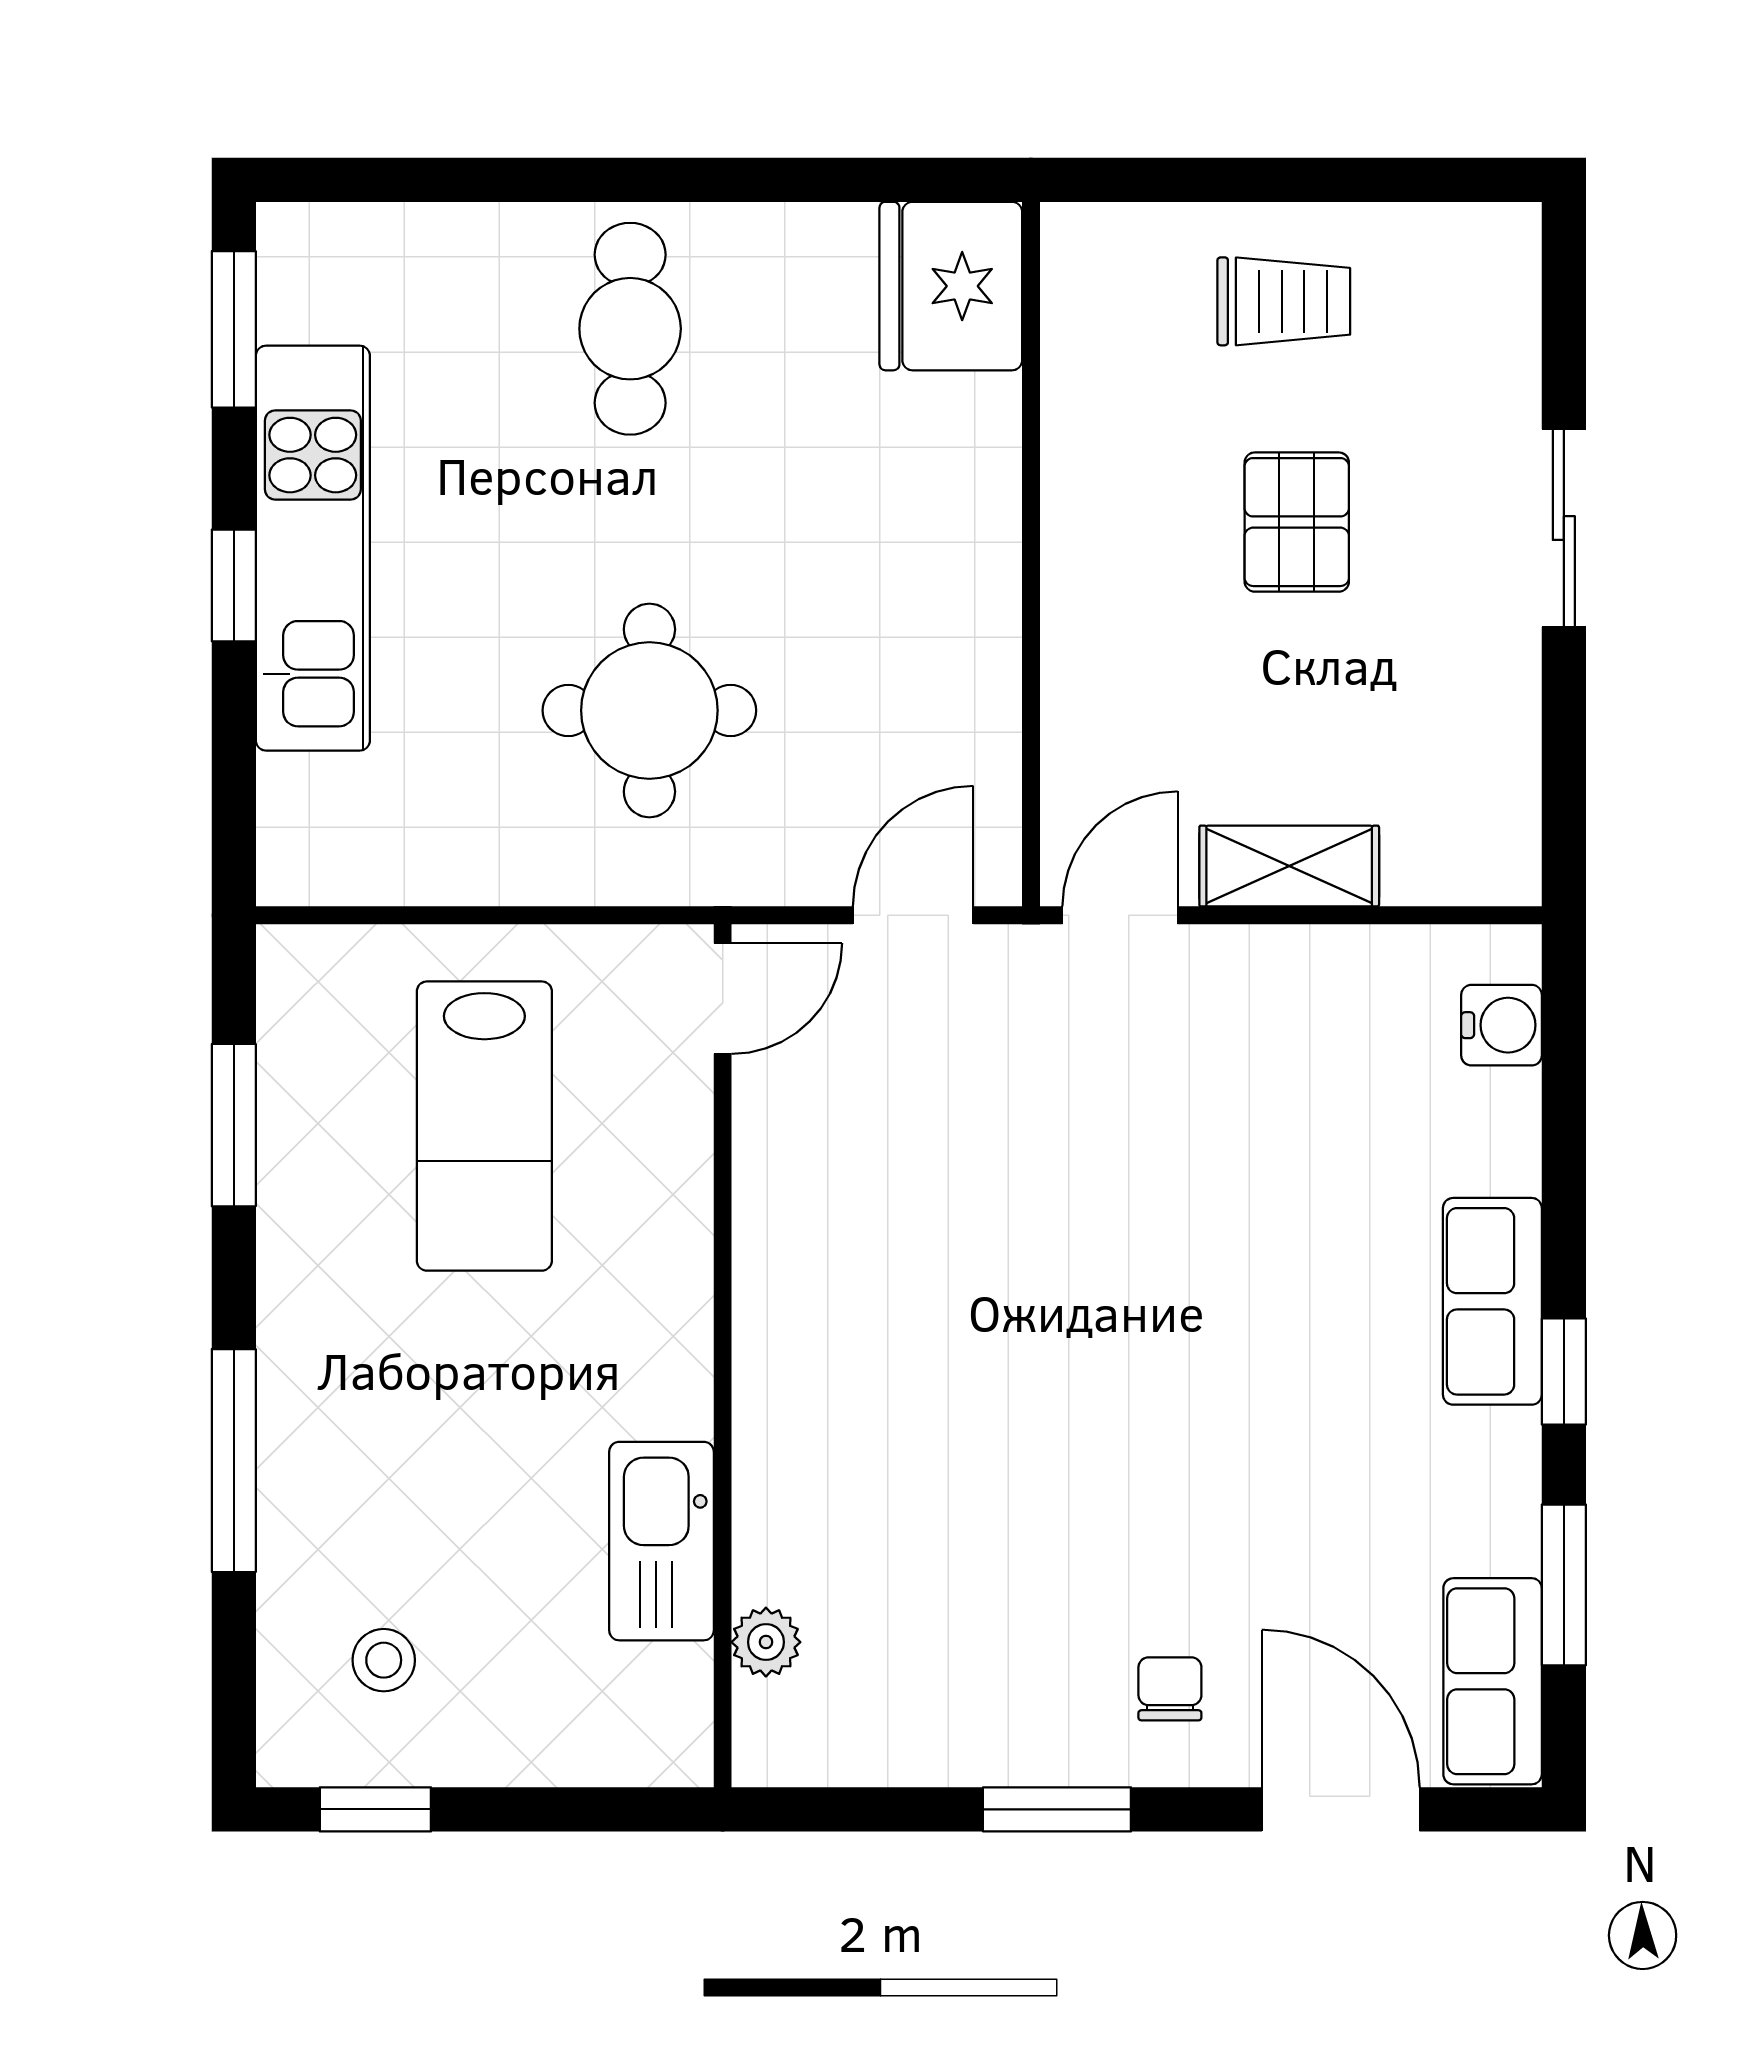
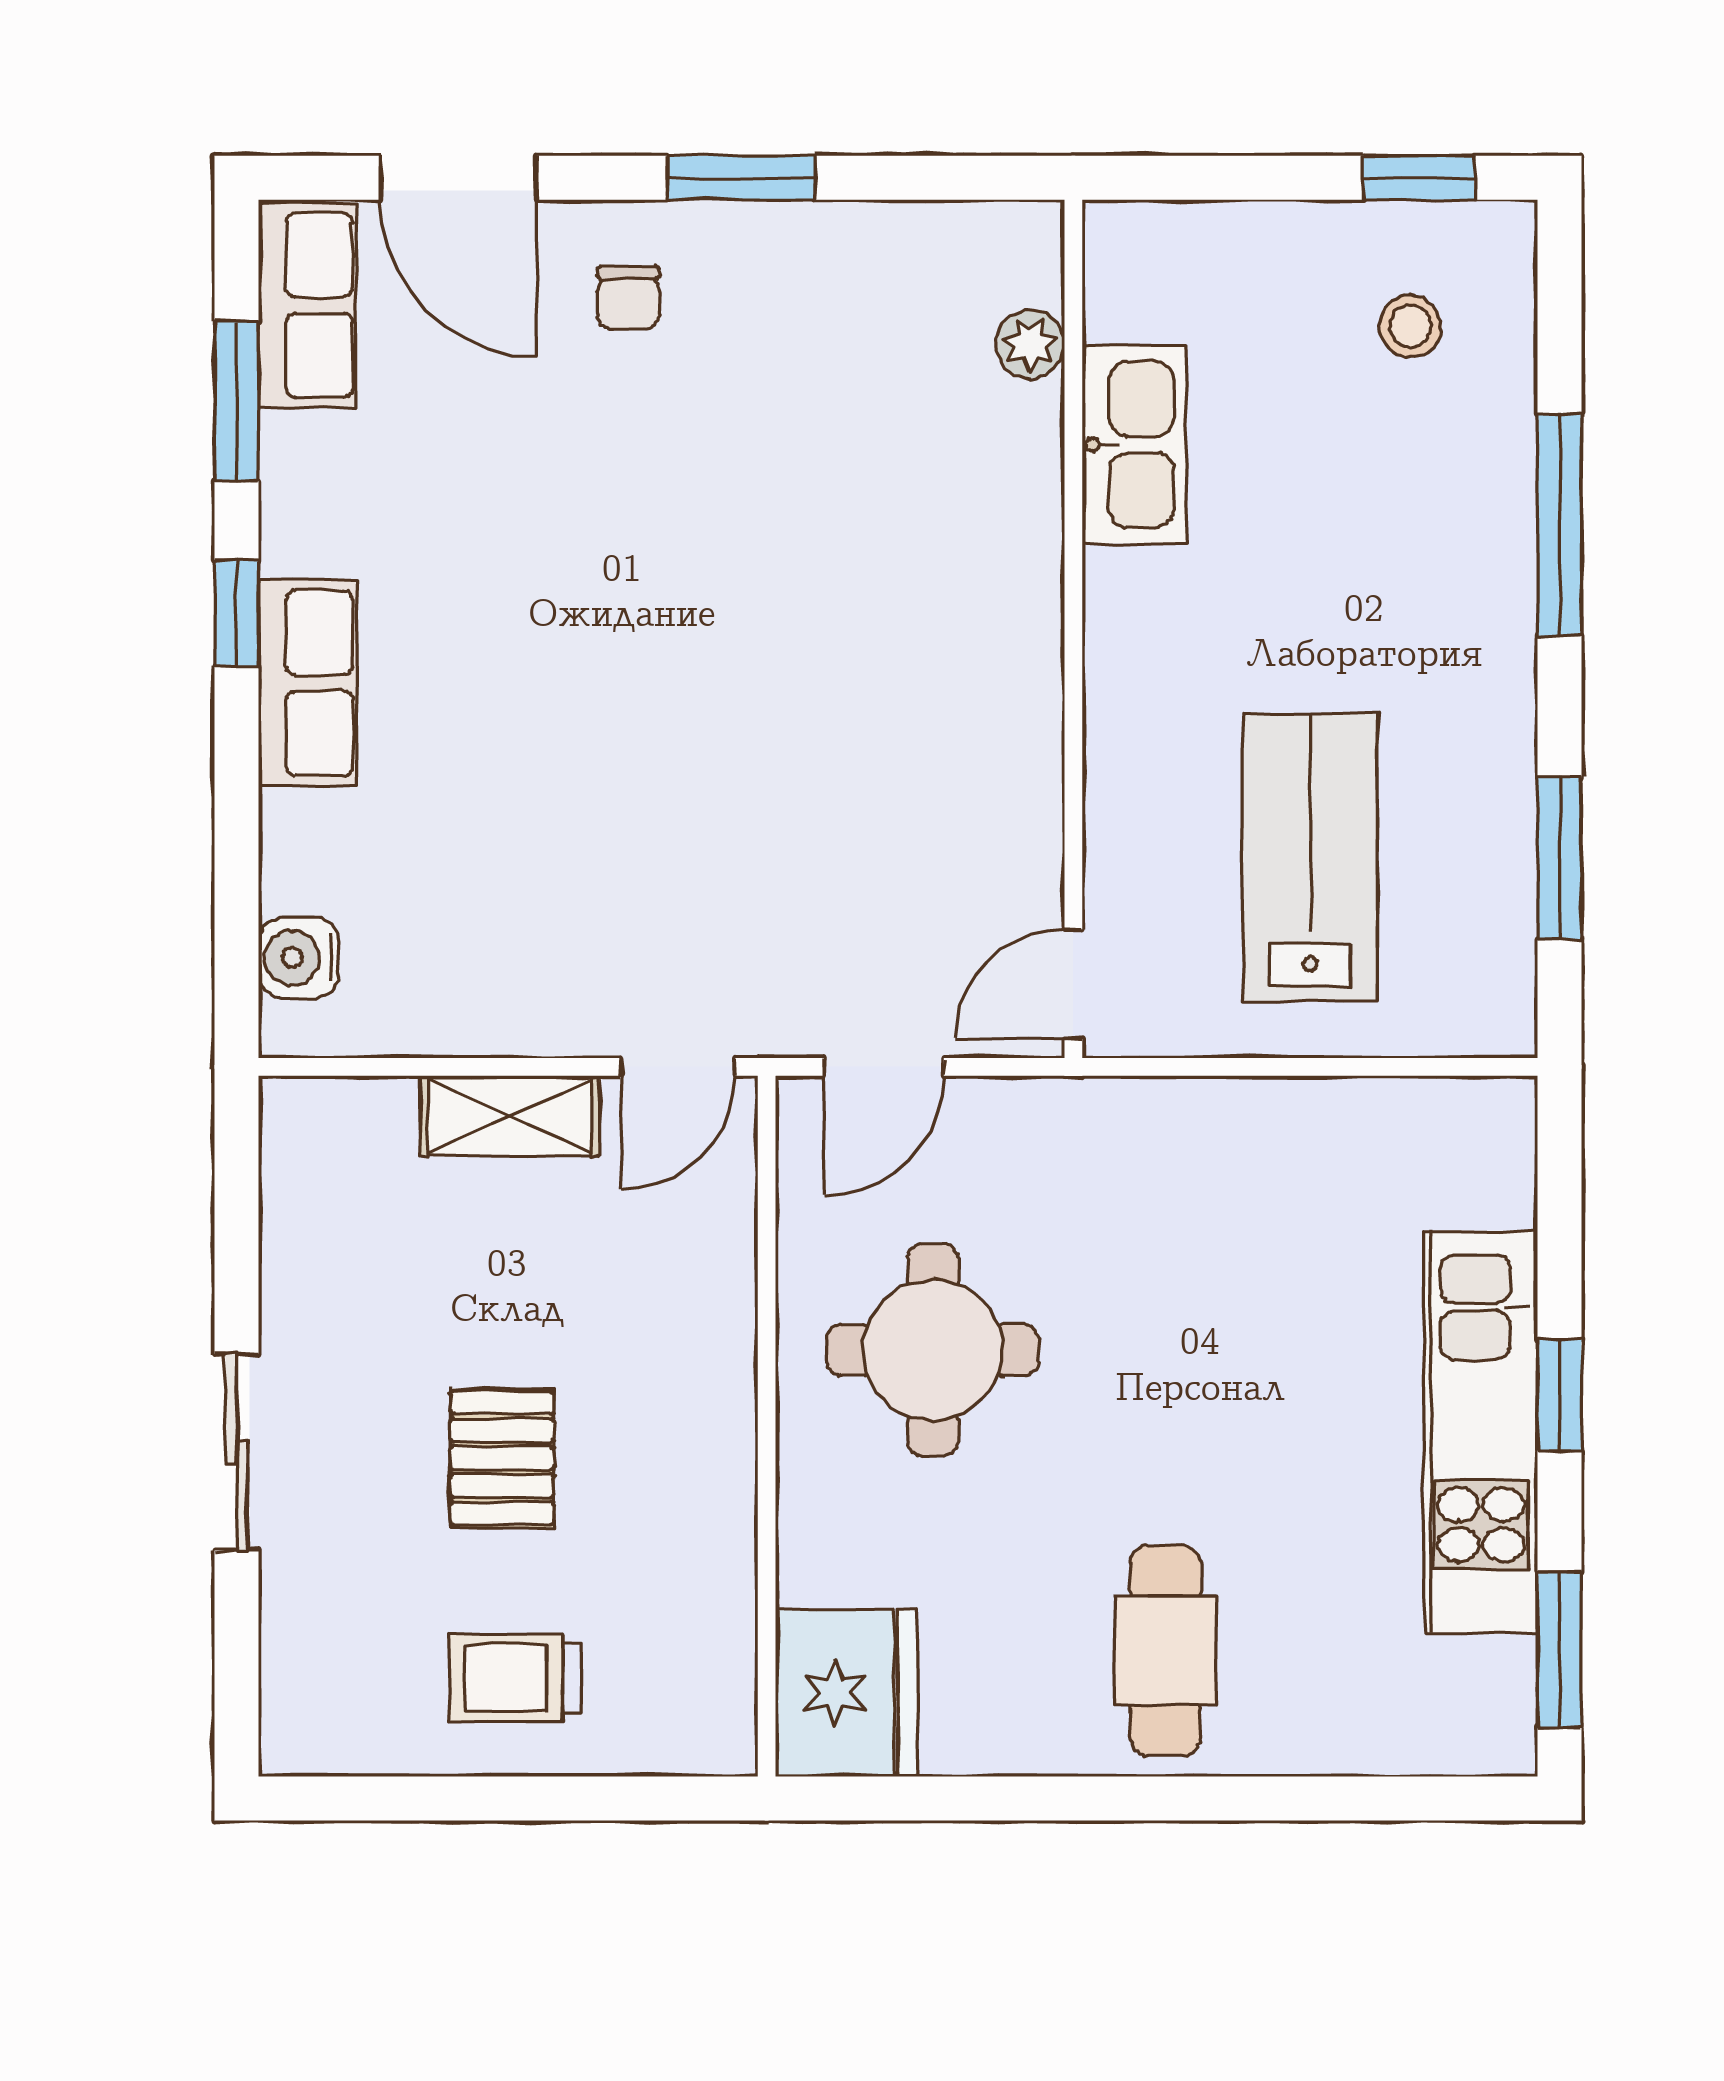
round table: (649, 710) -> (933, 1350), moved

